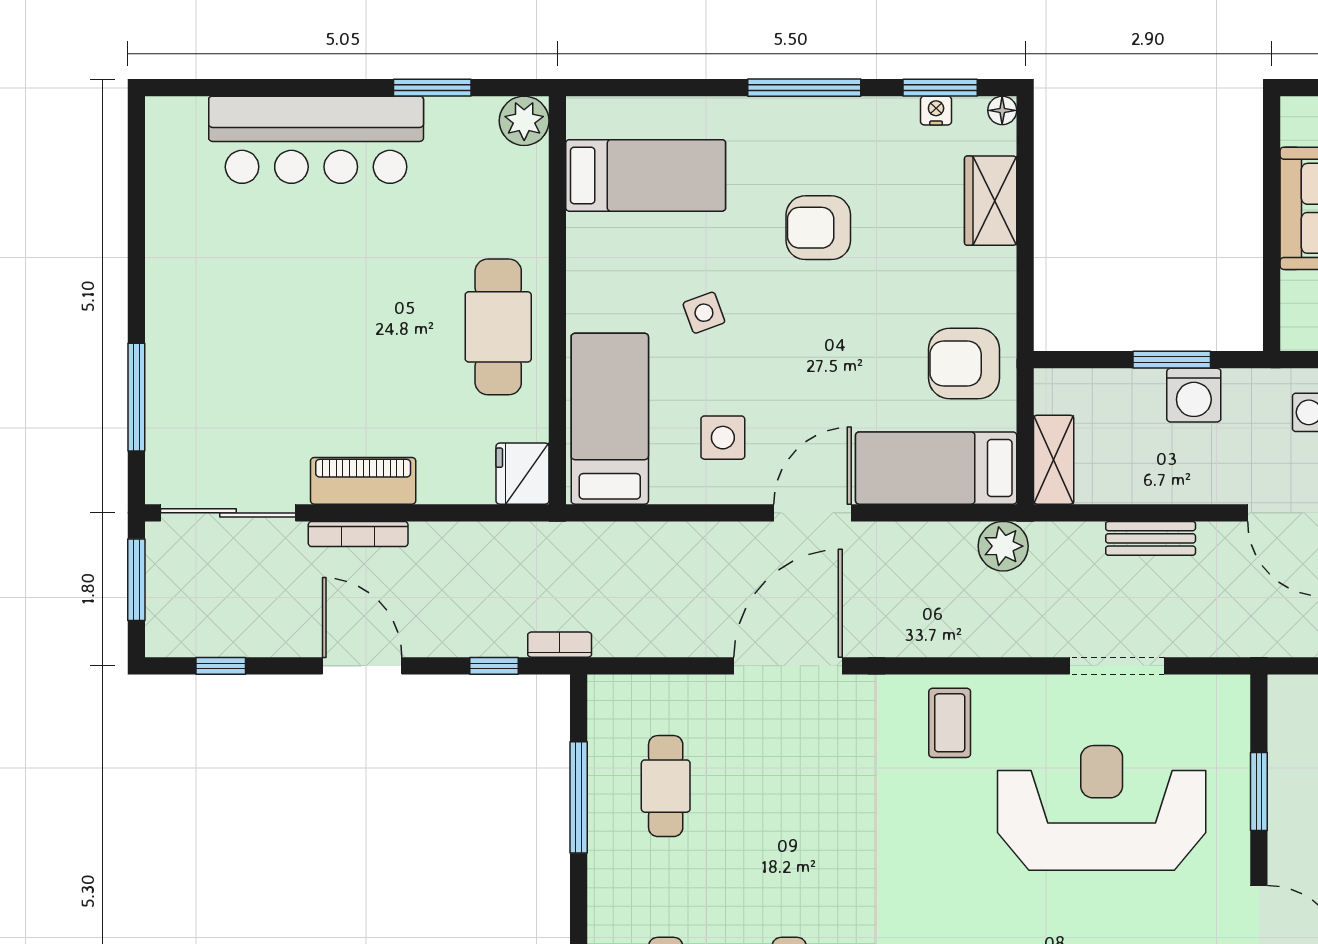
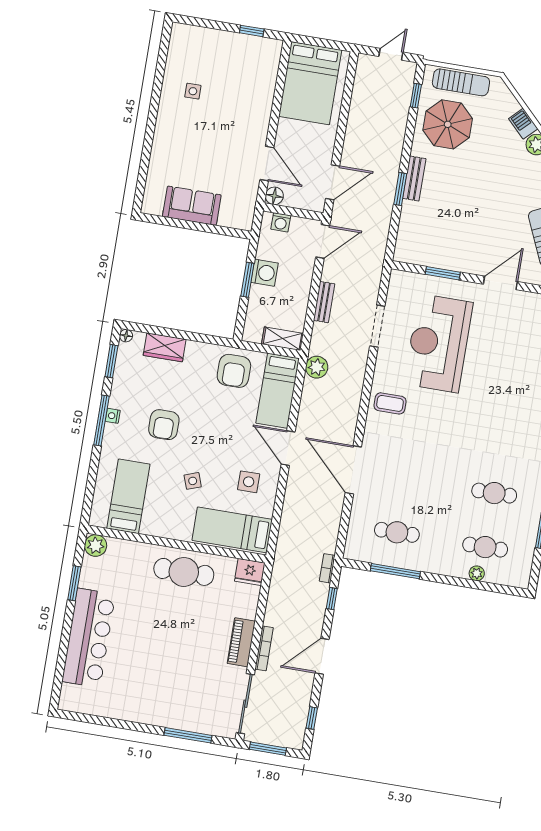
nightstand: (936, 111) -> (113, 416), moved

